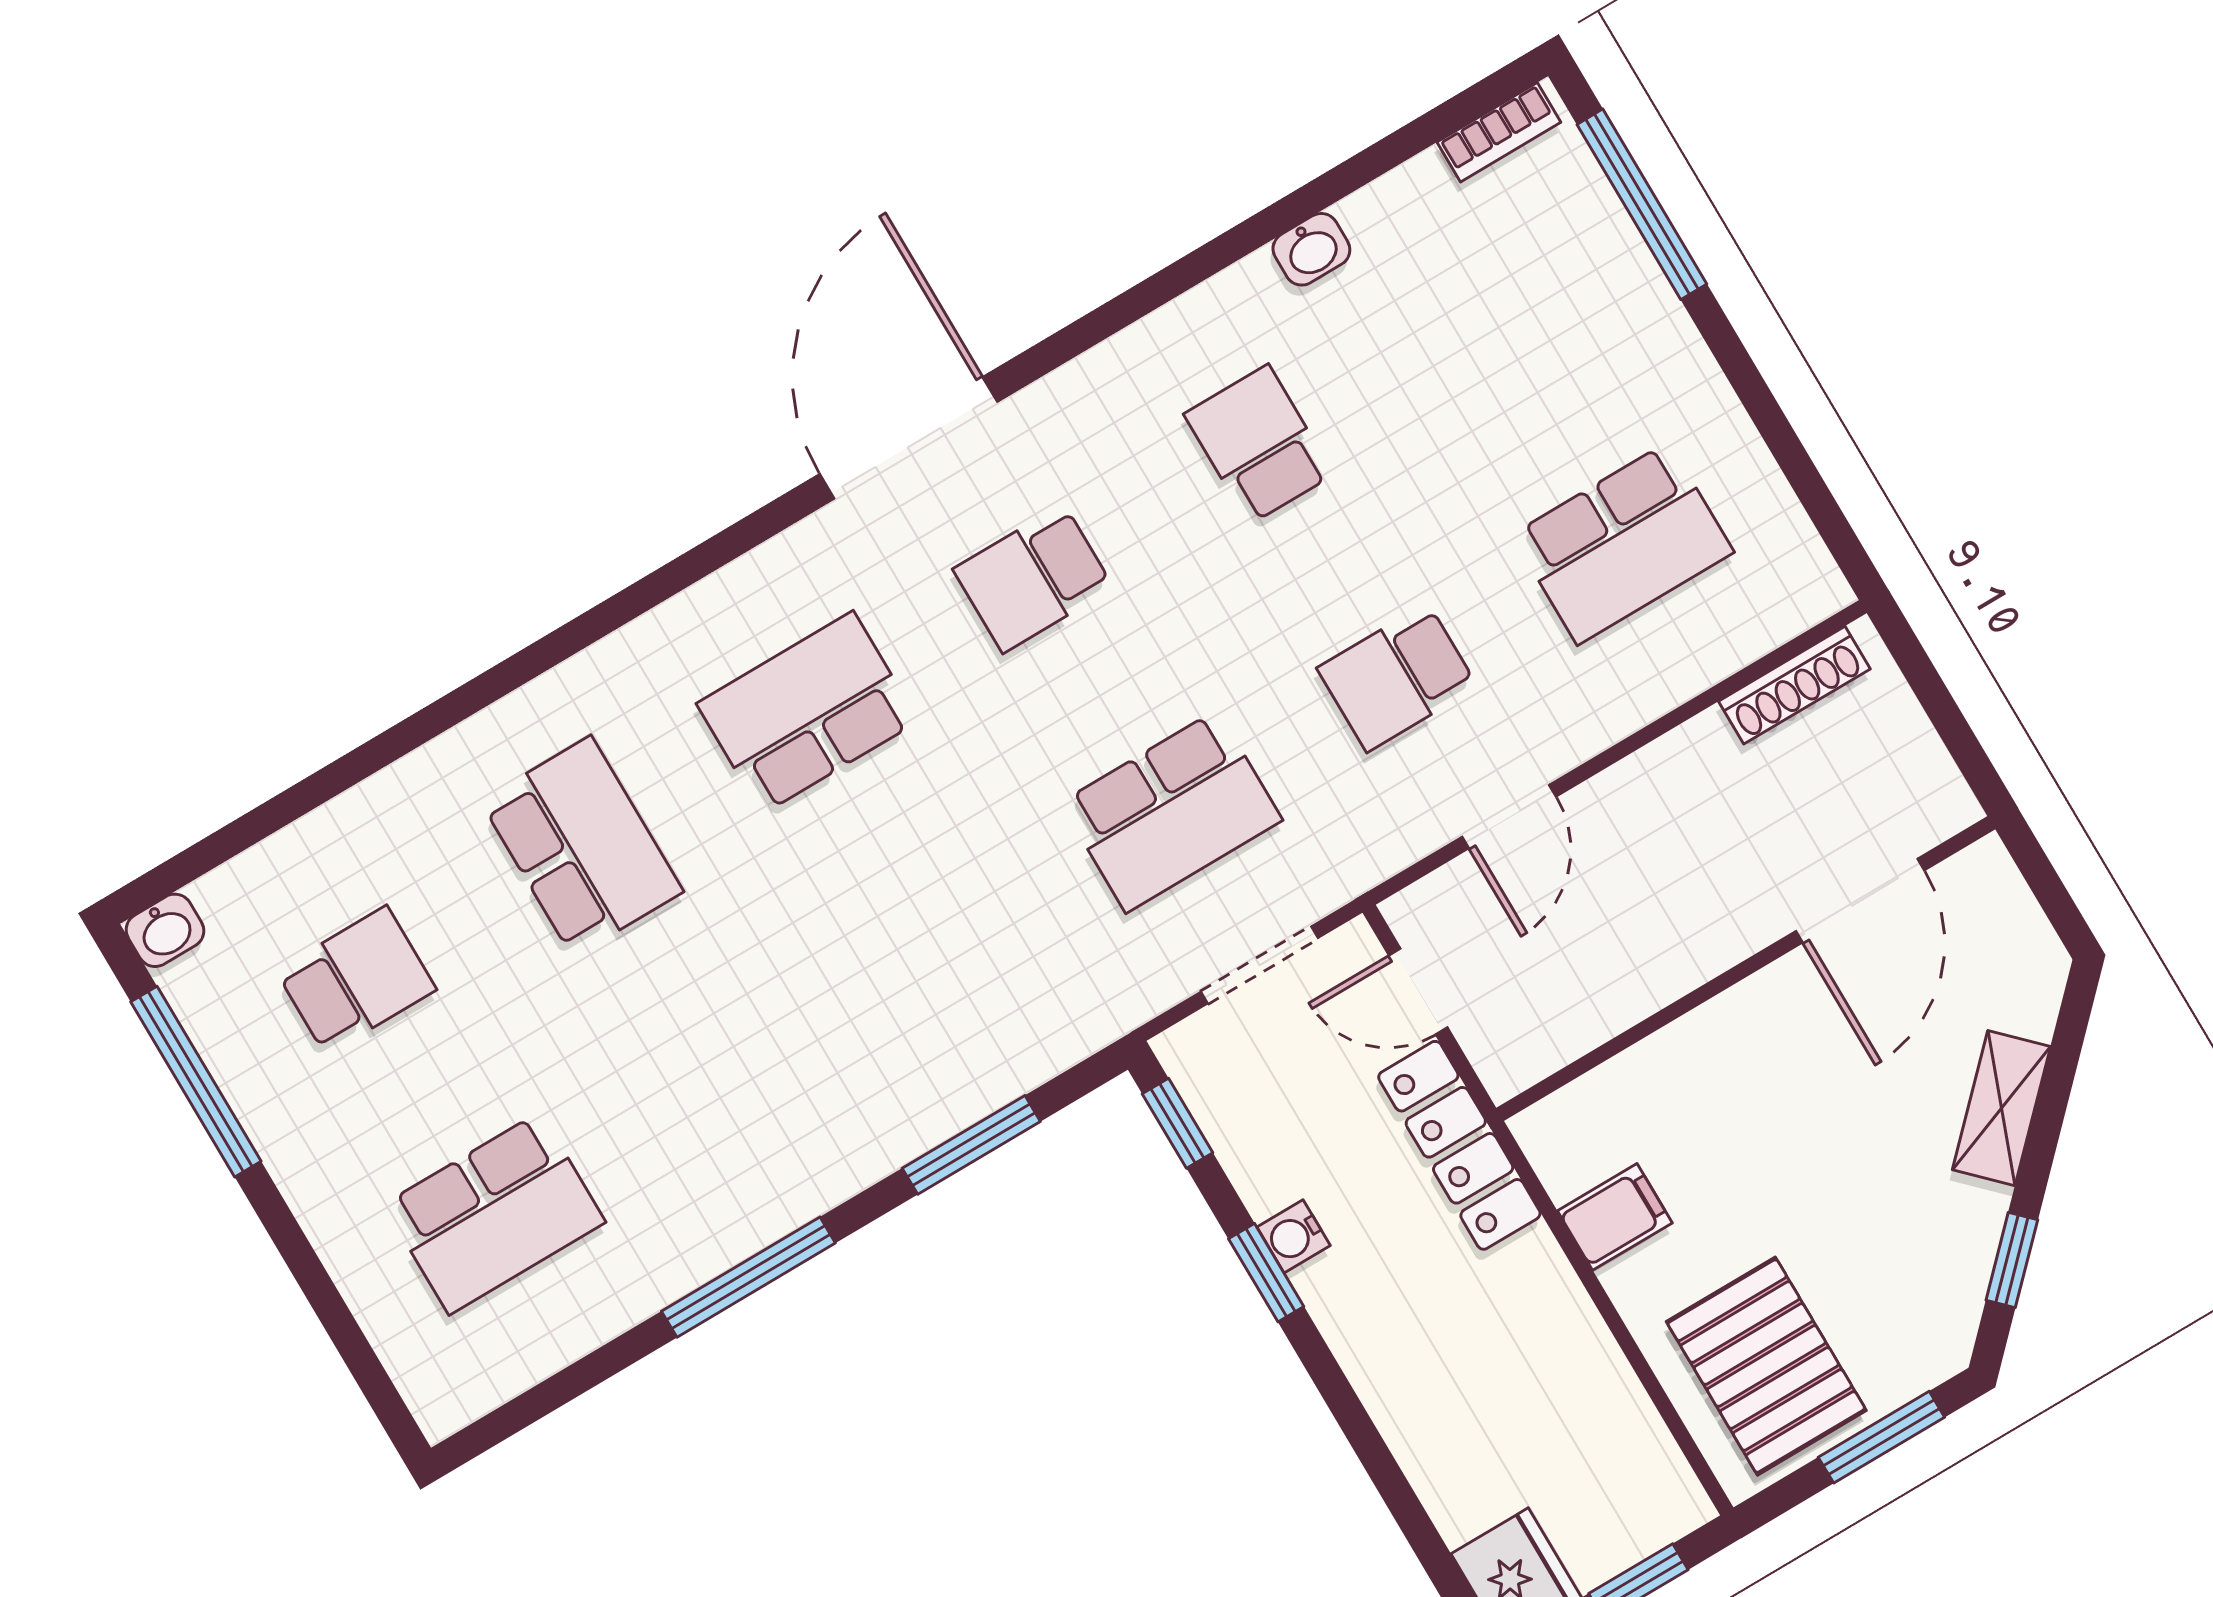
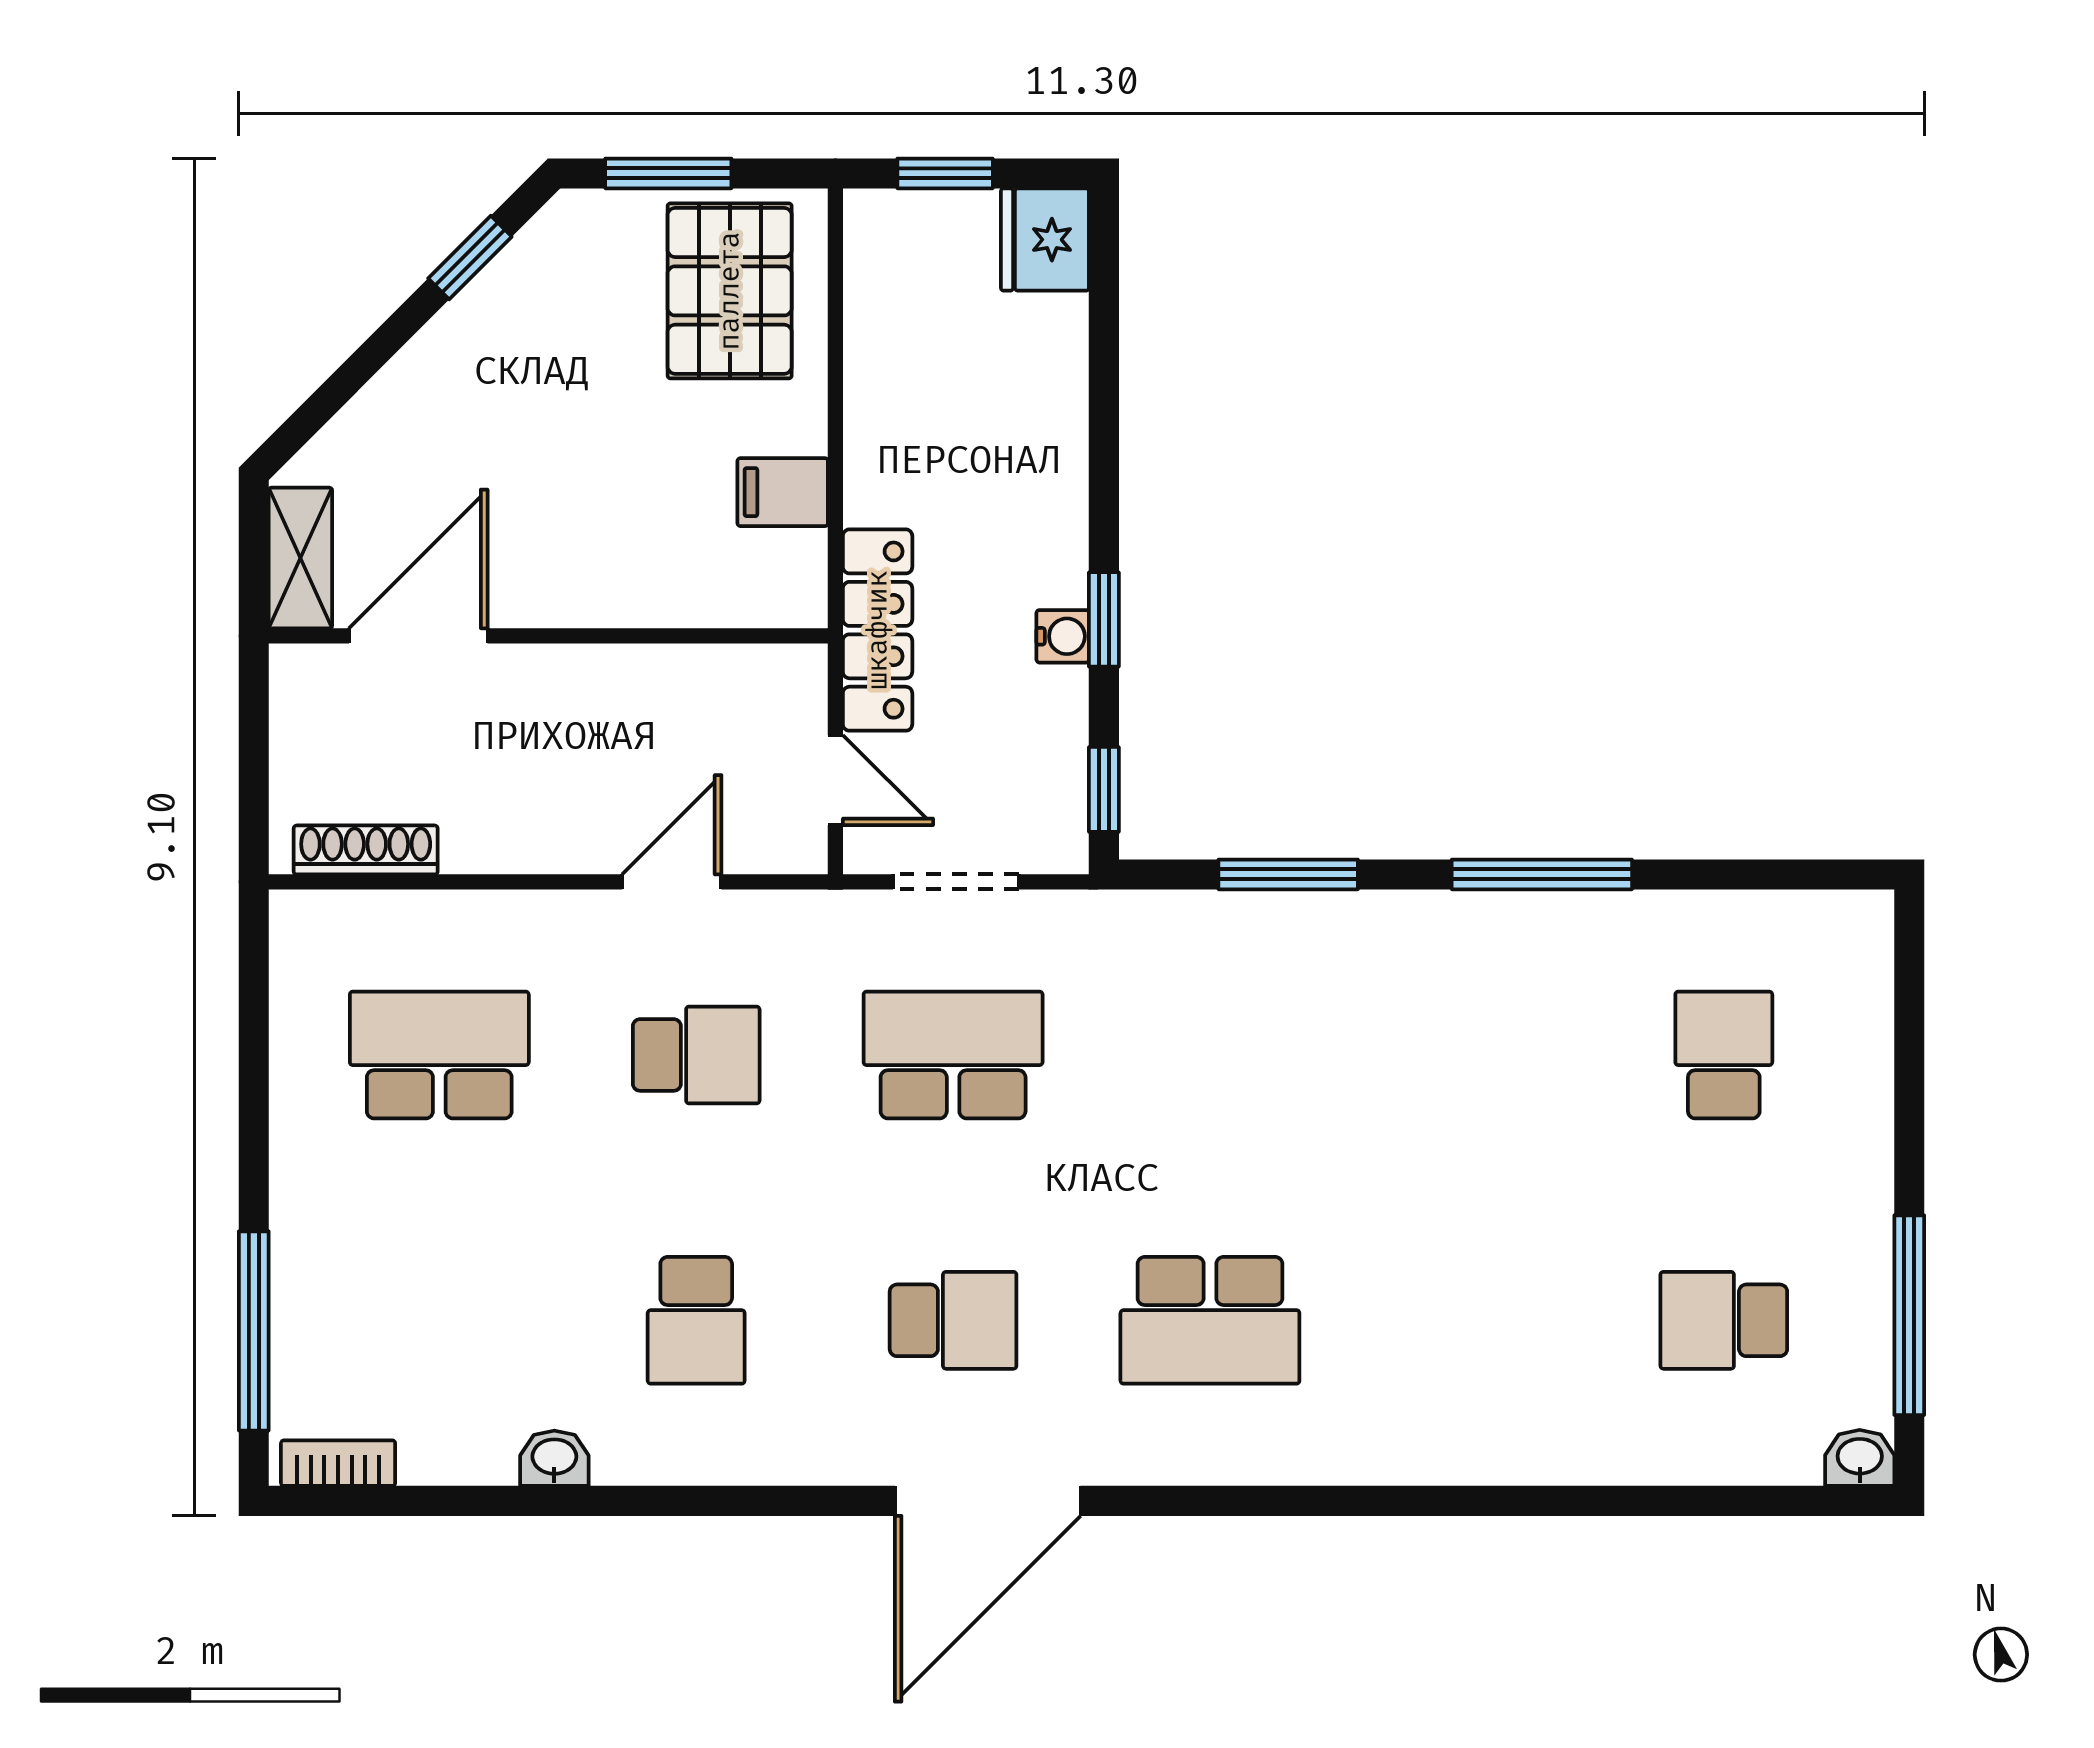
school desk: (582, 846) -> (1467, 1320), removed
shelving: (2001, 1108) -> (300, 558), moved, turned -45
school desk: (495, 1213) -> (1724, 1055), width x0.54

